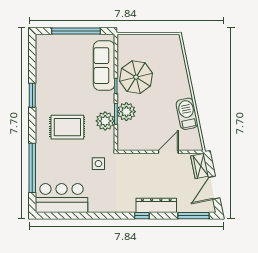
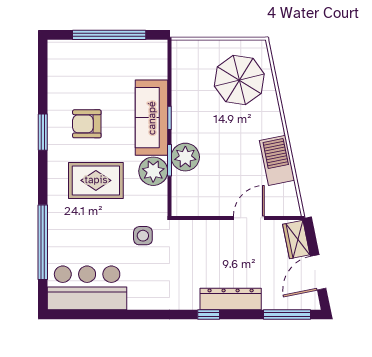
sofa: (104, 66) -> (152, 118), moved
parasol: (136, 77) -> (239, 80), moved
armchair: (61, 90) -> (87, 124), added

